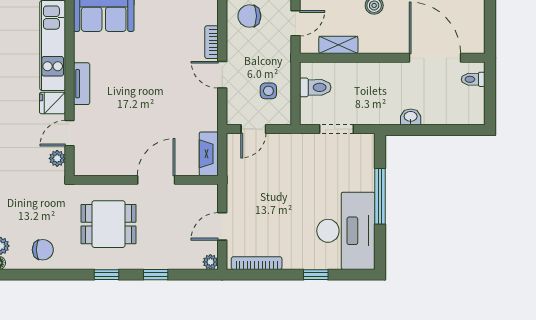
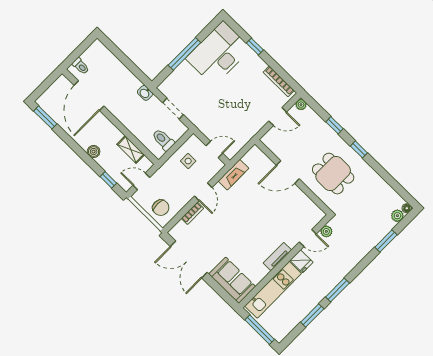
washbasin: (411, 117) -> (145, 93), moved
fireplace: (209, 154) -> (233, 175), moved
chair: (43, 250) -> (378, 193), removed

